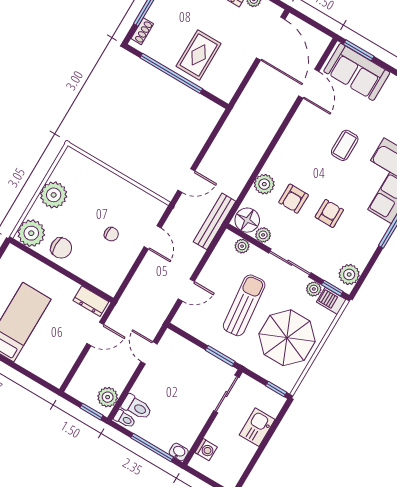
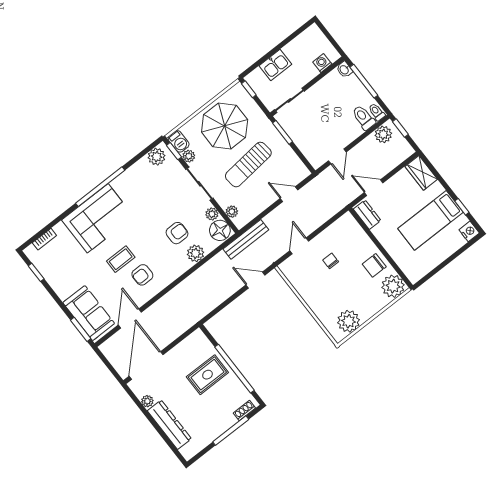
plant: (54, 195) -> (349, 321), moved
armchair: (329, 213) -> (142, 275), moved
chair: (61, 248) -> (374, 265), turned -90
wardrobe: (49, 371) -> (421, 173), added

